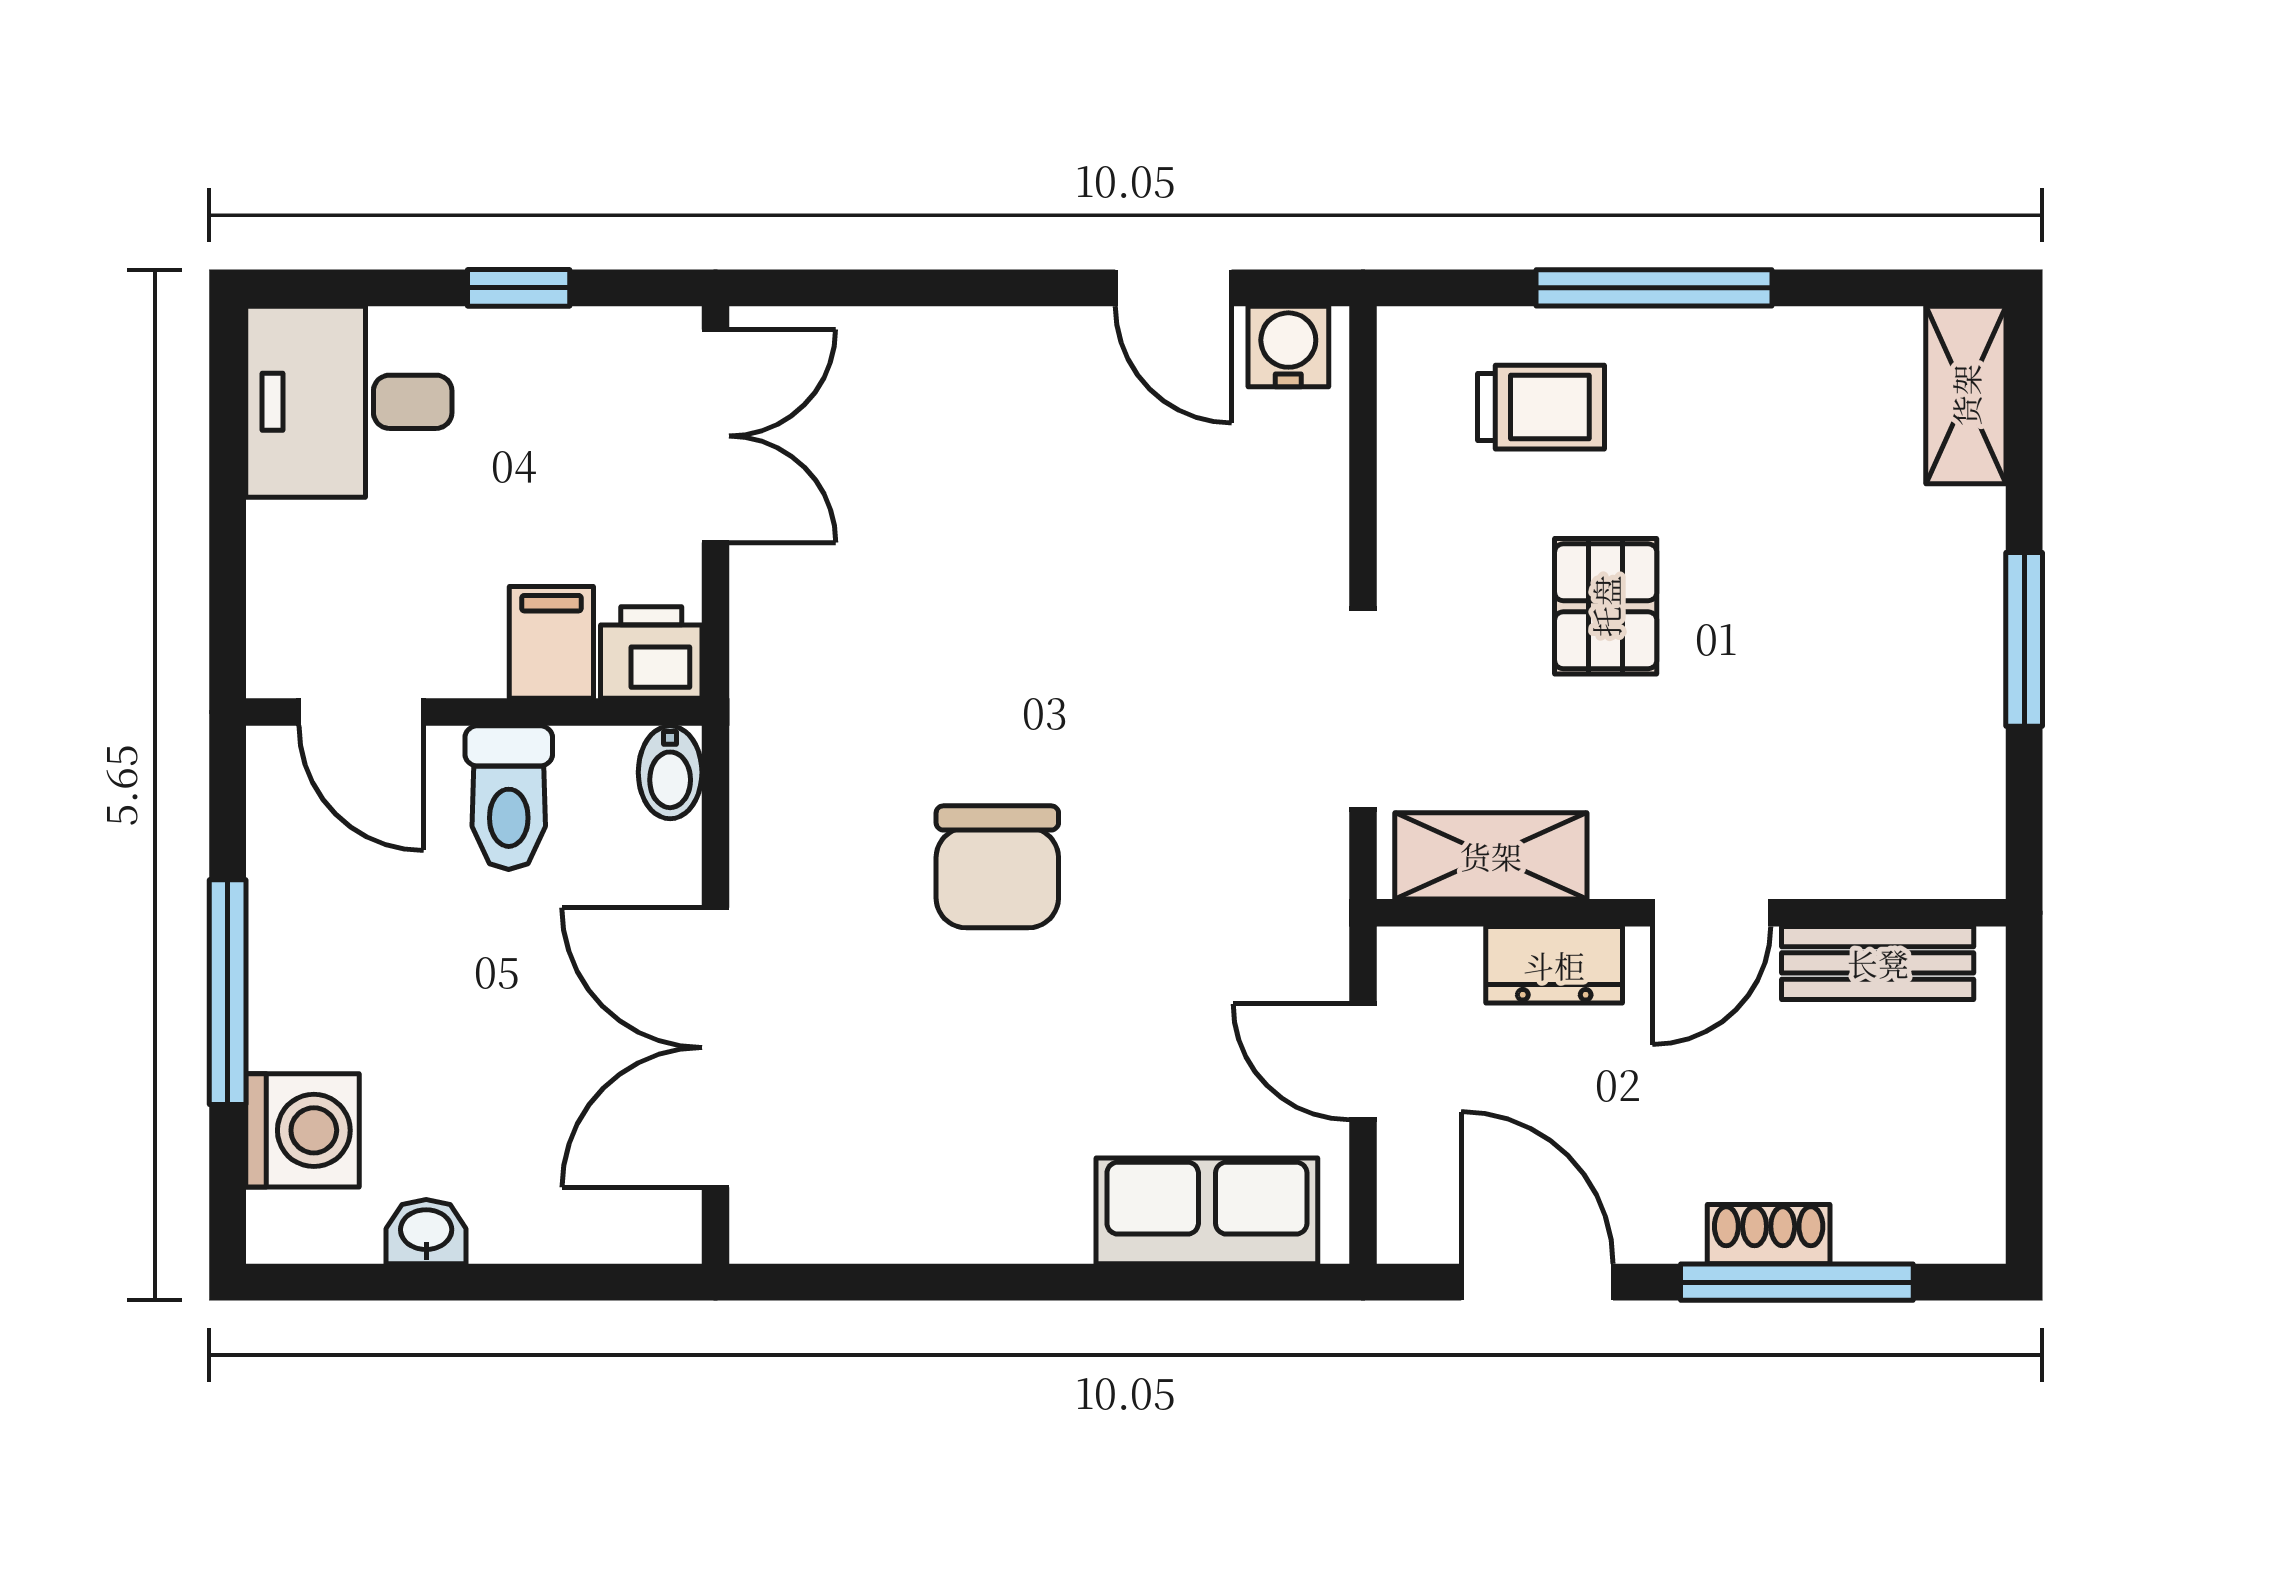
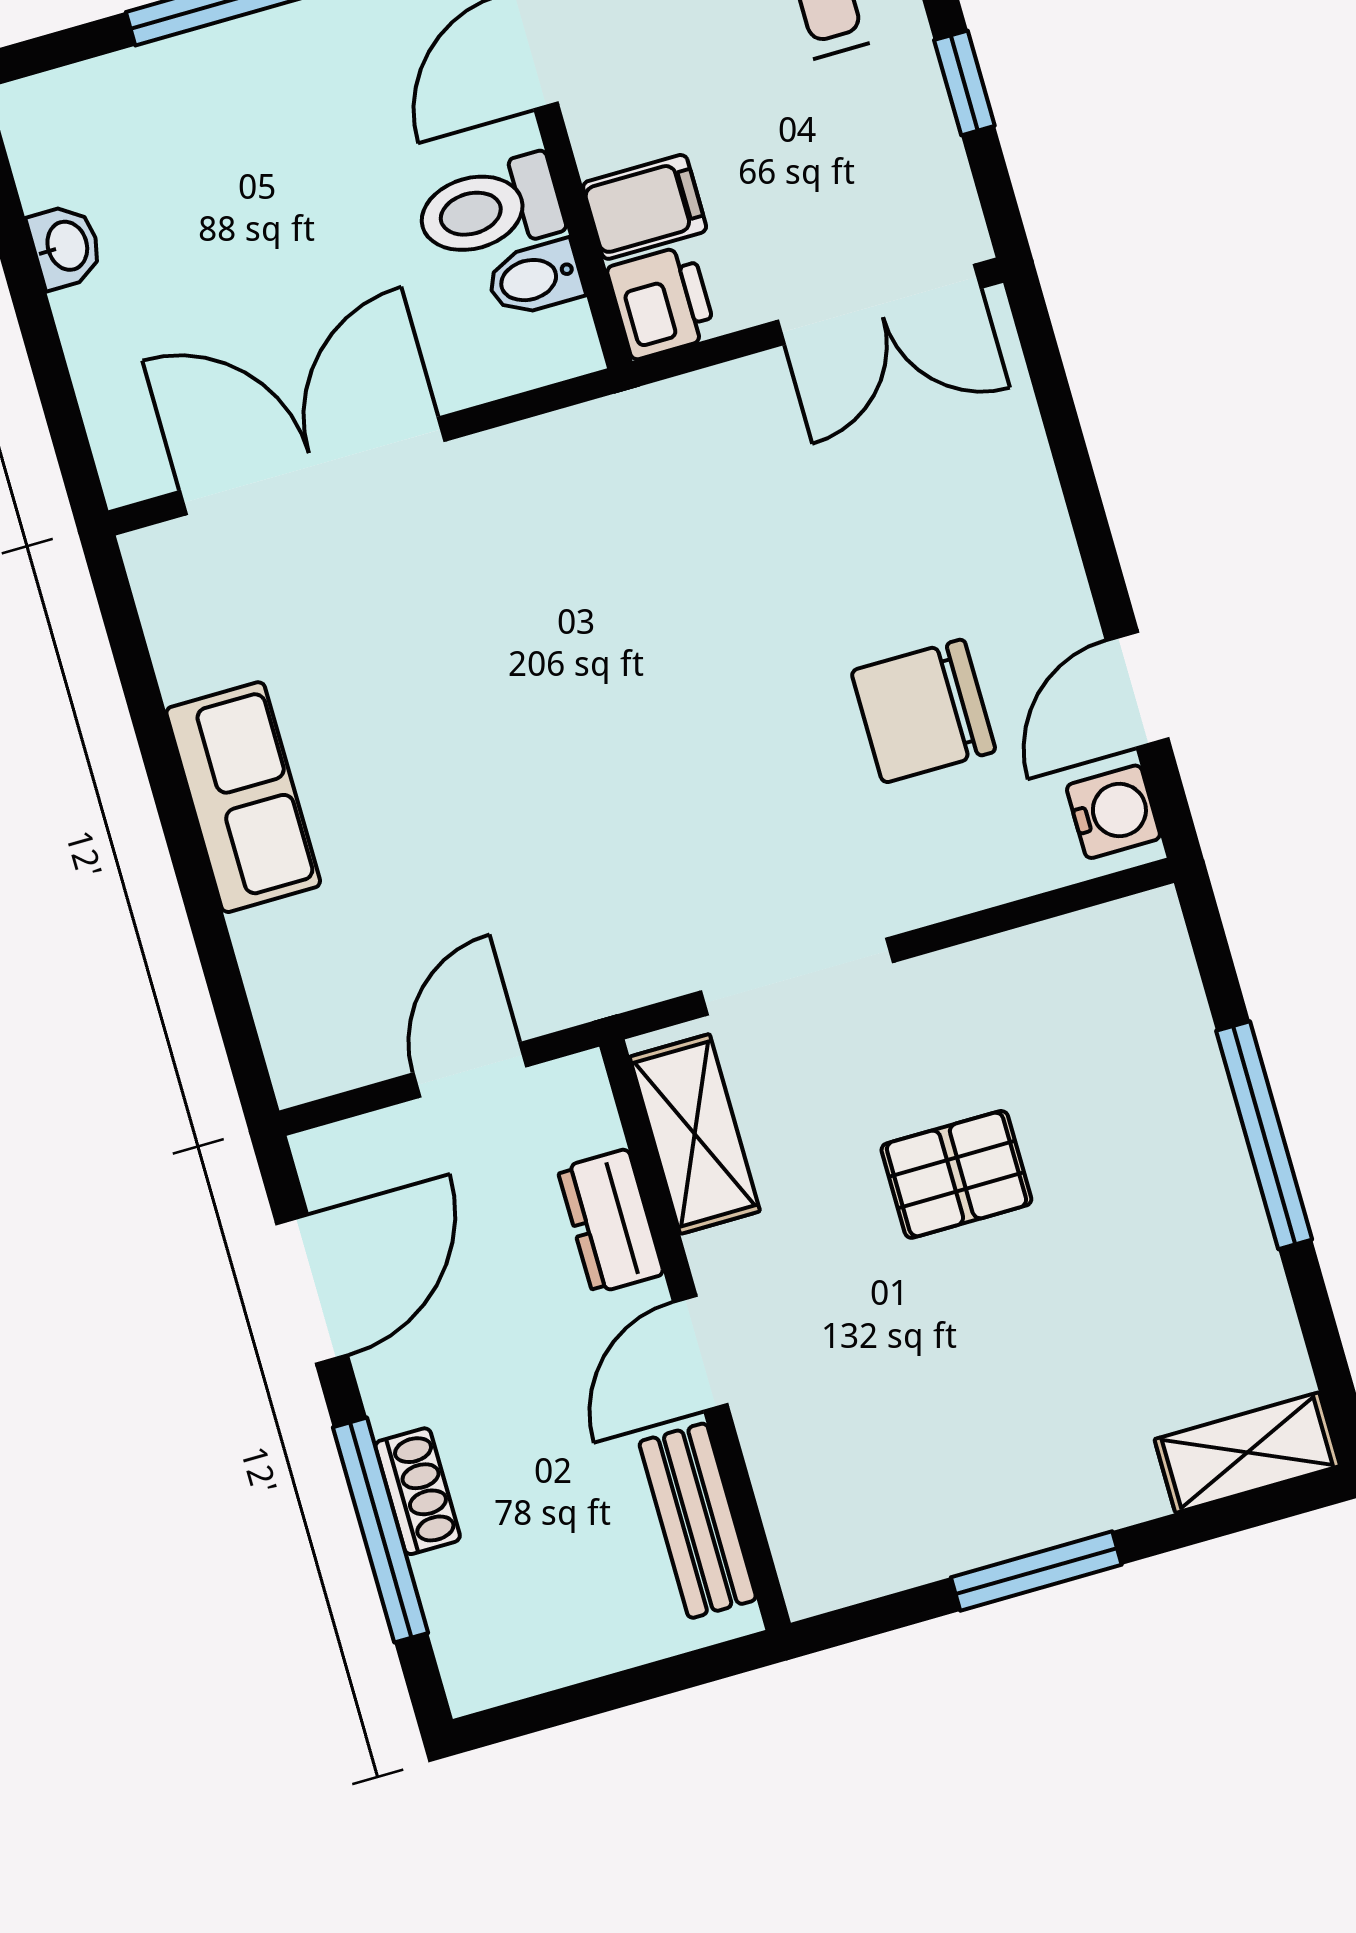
trolley: (1541, 407) -> (1124, 1062), removed
bidet: (670, 772) -> (535, 278), moved
chair: (997, 867) -> (923, 711), moved
door: (1711, 913) -> (700, 1353), hinge flipped
washing machine: (302, 1130) -> (127, 105), removed
row of seats: (1207, 1211) -> (243, 797), moved

